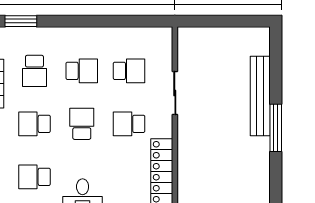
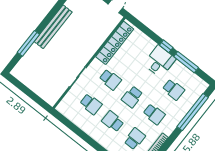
school desk: (129, 71) -> (91, 104), turned 180
bench: (260, 96) -> (53, 27), moved
window: (276, 128) -> (28, 43), moved

